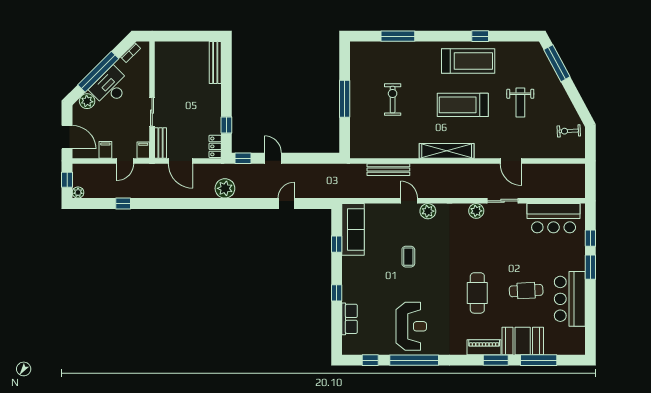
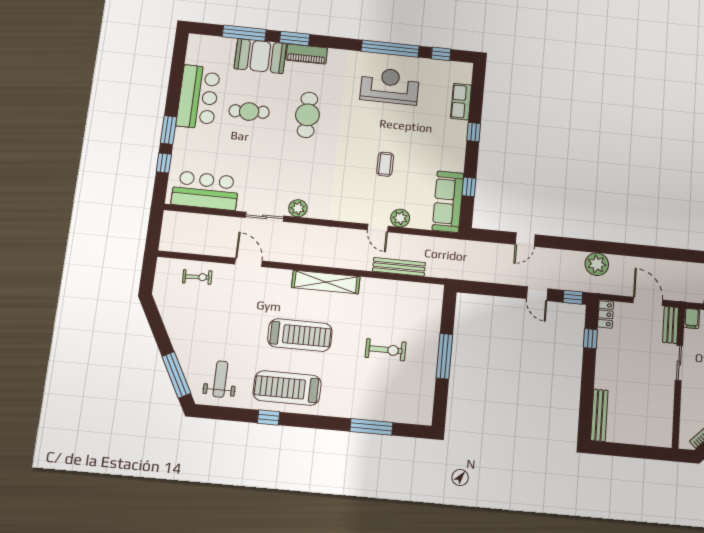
exercise bike: (393, 100) -> (386, 350), turned -90
weight bench: (520, 103) -> (220, 379), moved
exercise bike: (569, 131) -> (197, 277), moved
plant: (428, 211) -> (400, 218), moved
reception desk: (411, 326) -> (390, 86), turned 90

